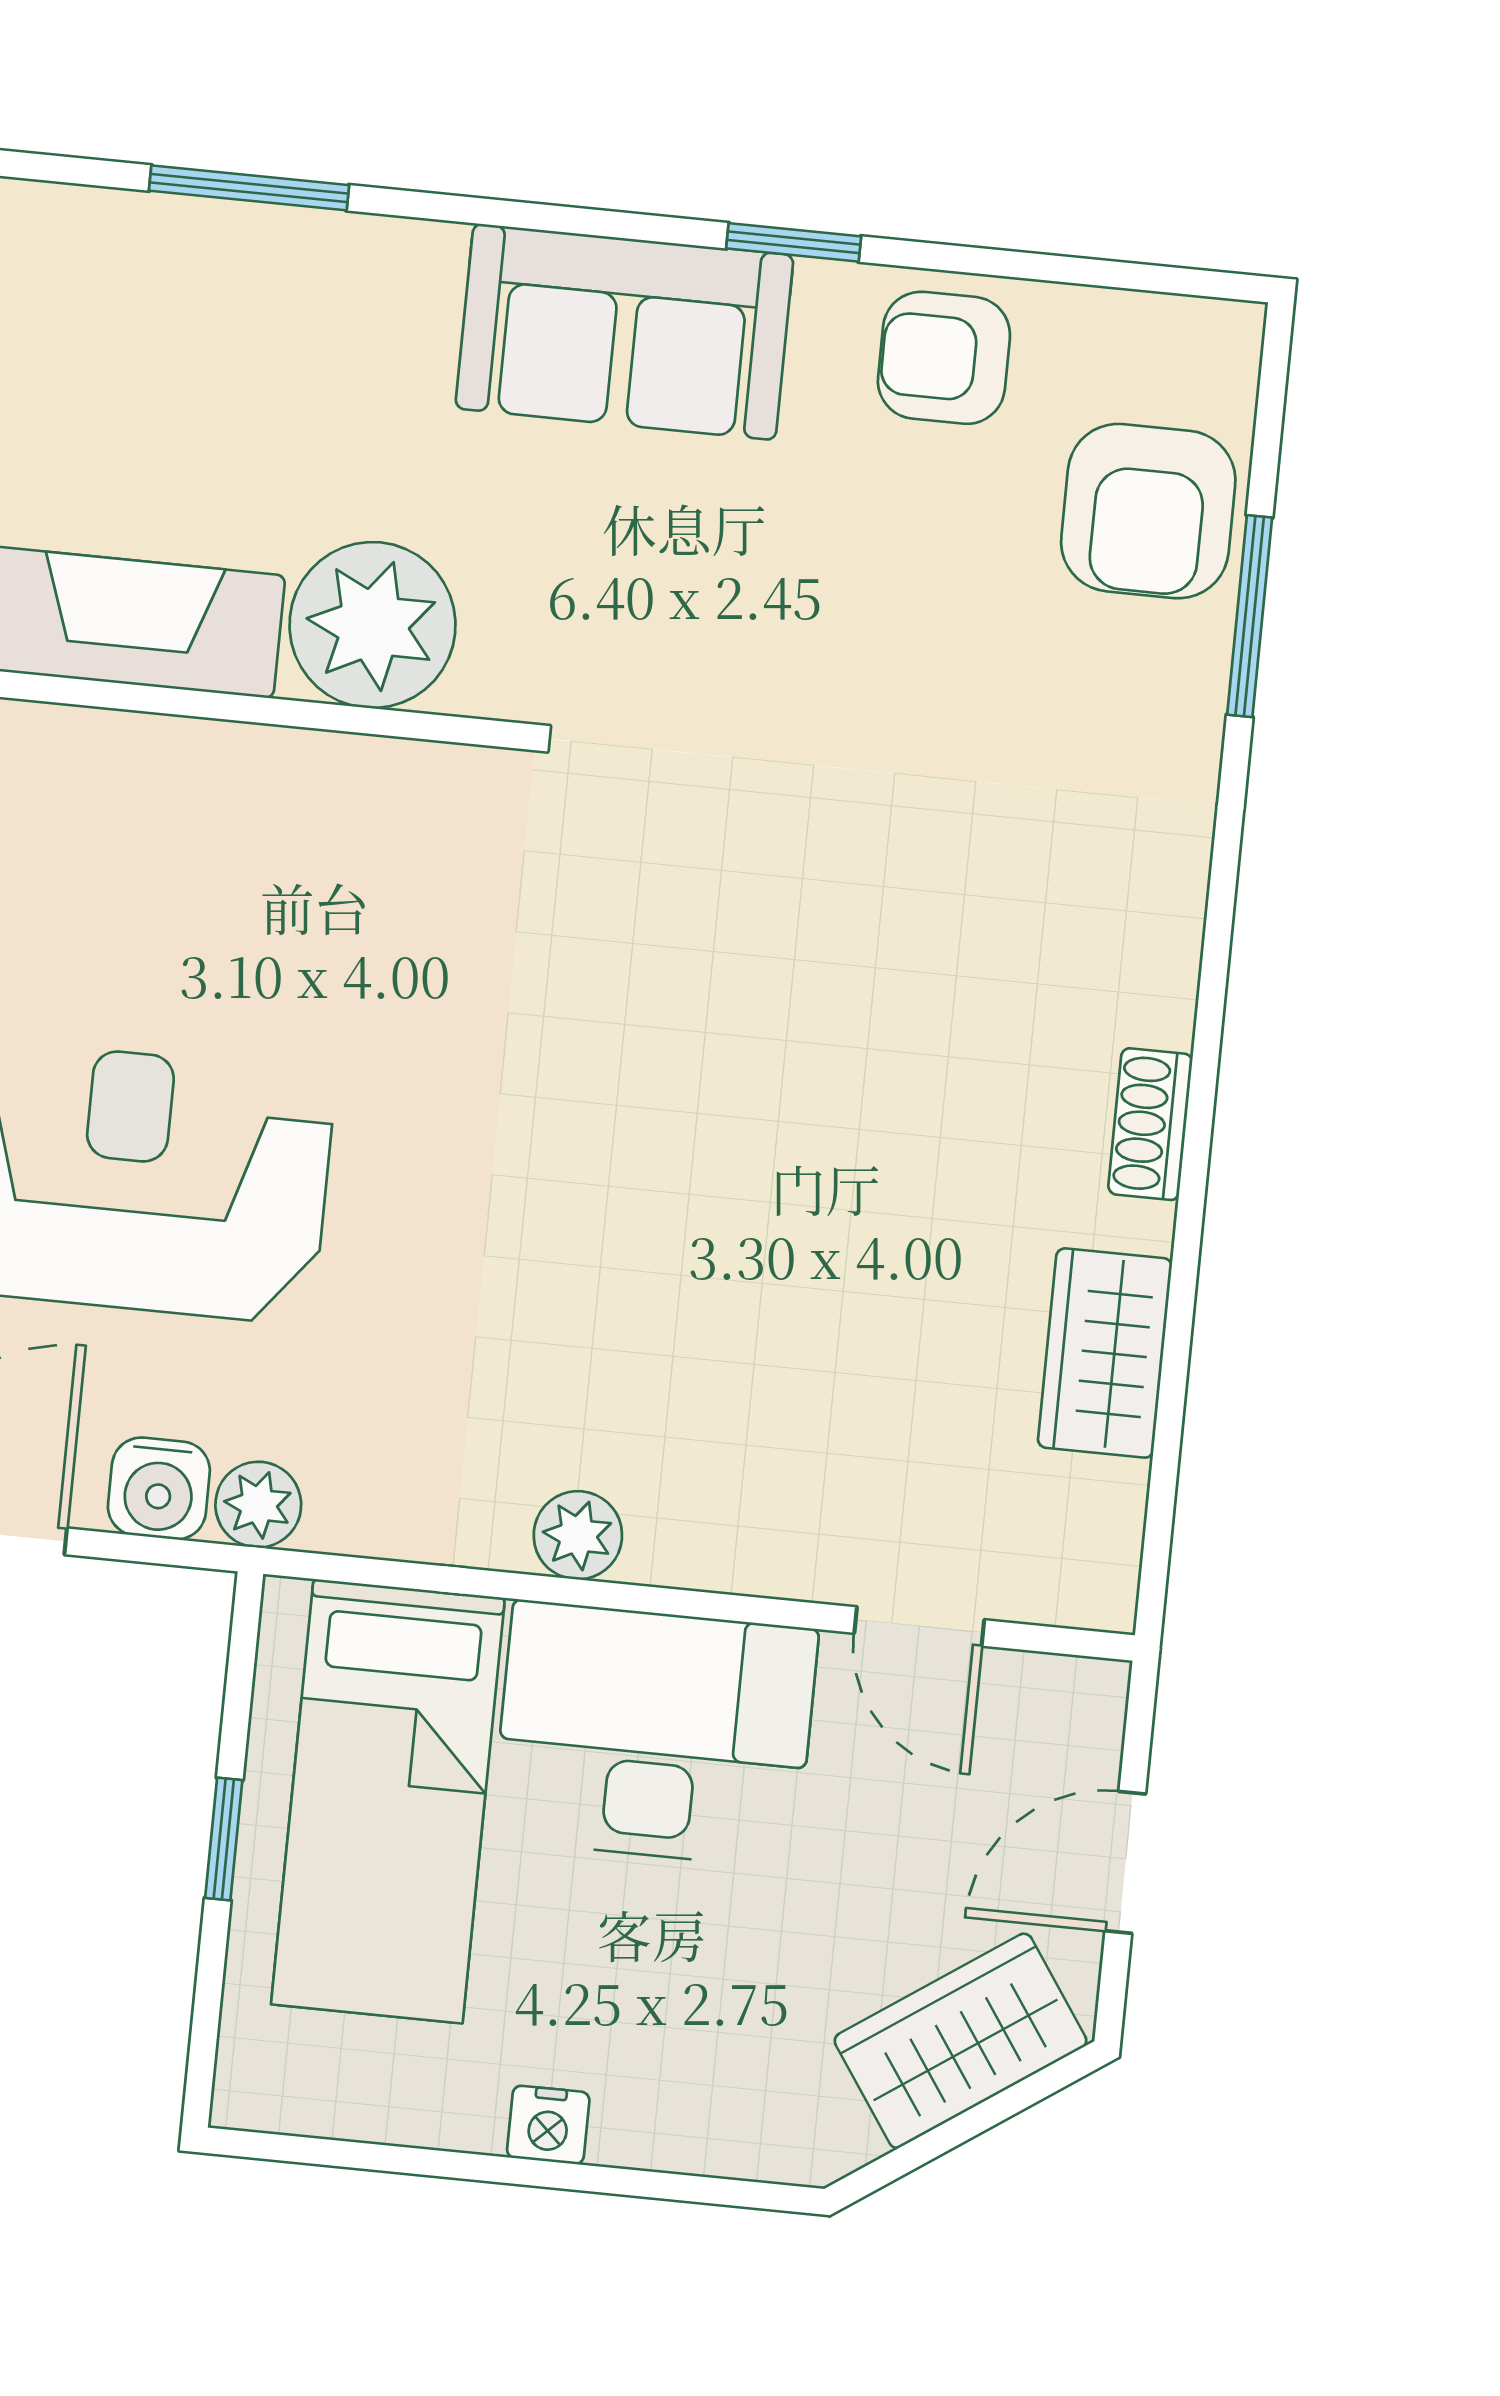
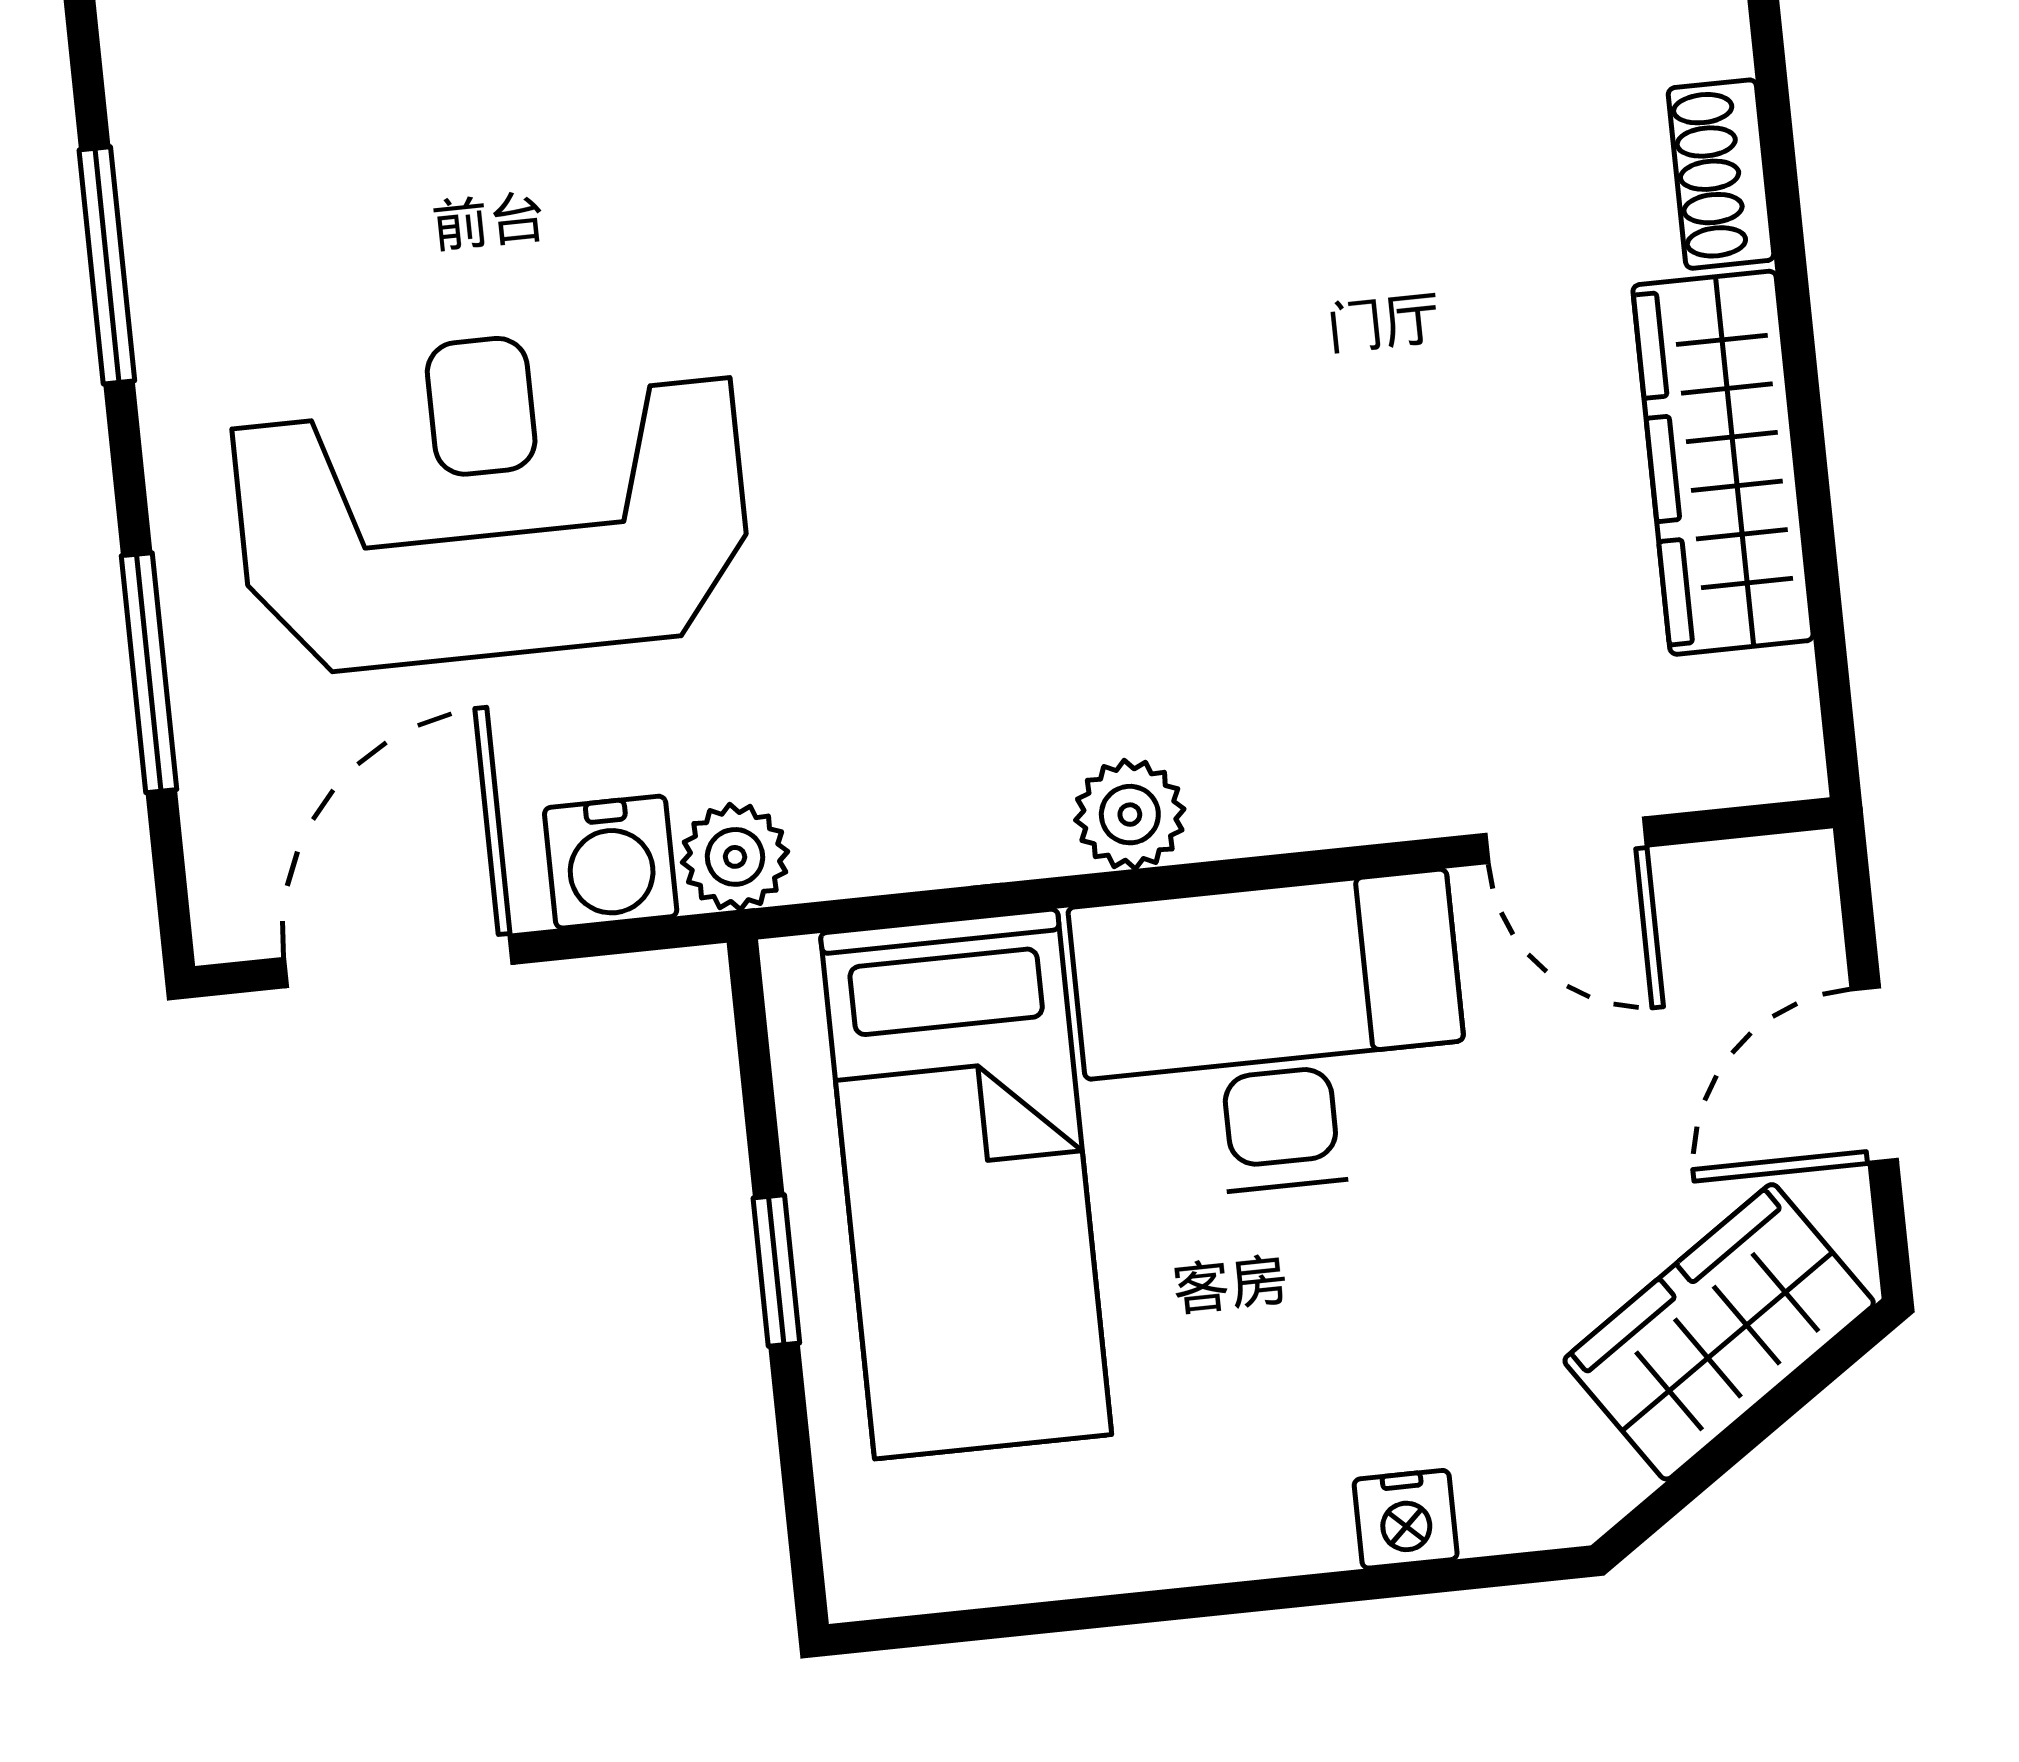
wardrobe: (1105, 1353) -> (1723, 463), width x1.50
nightstand: (548, 2125) -> (1406, 1519), moved

